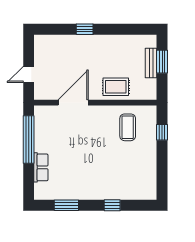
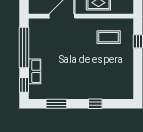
coffee table: (128, 127) -> (109, 37), turned 90
window: (29, 183) -> (24, 85), added

